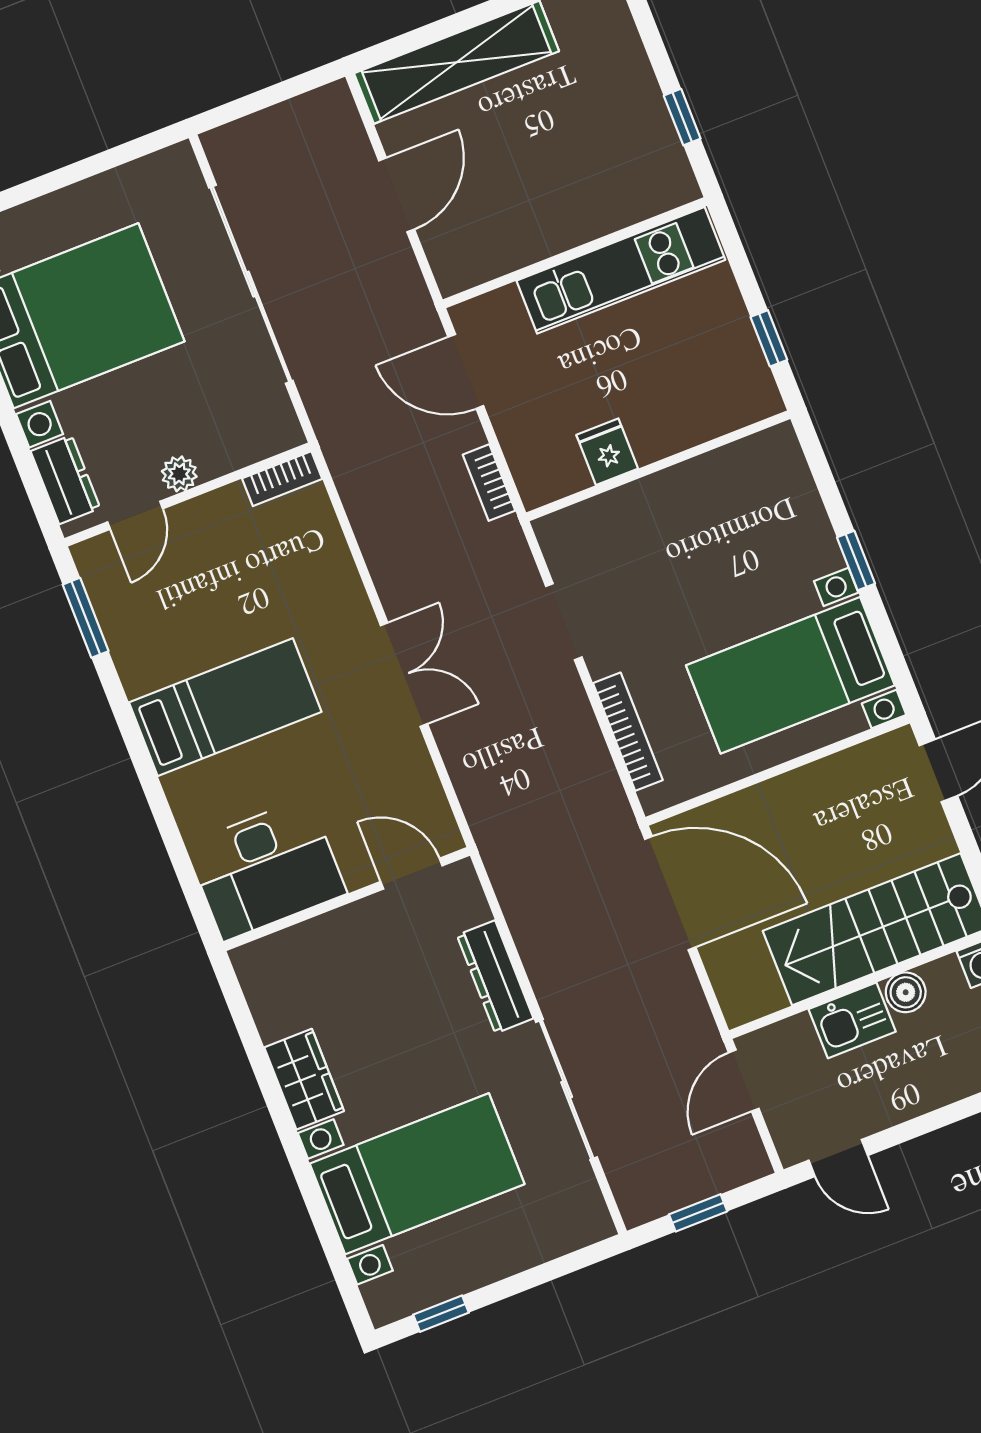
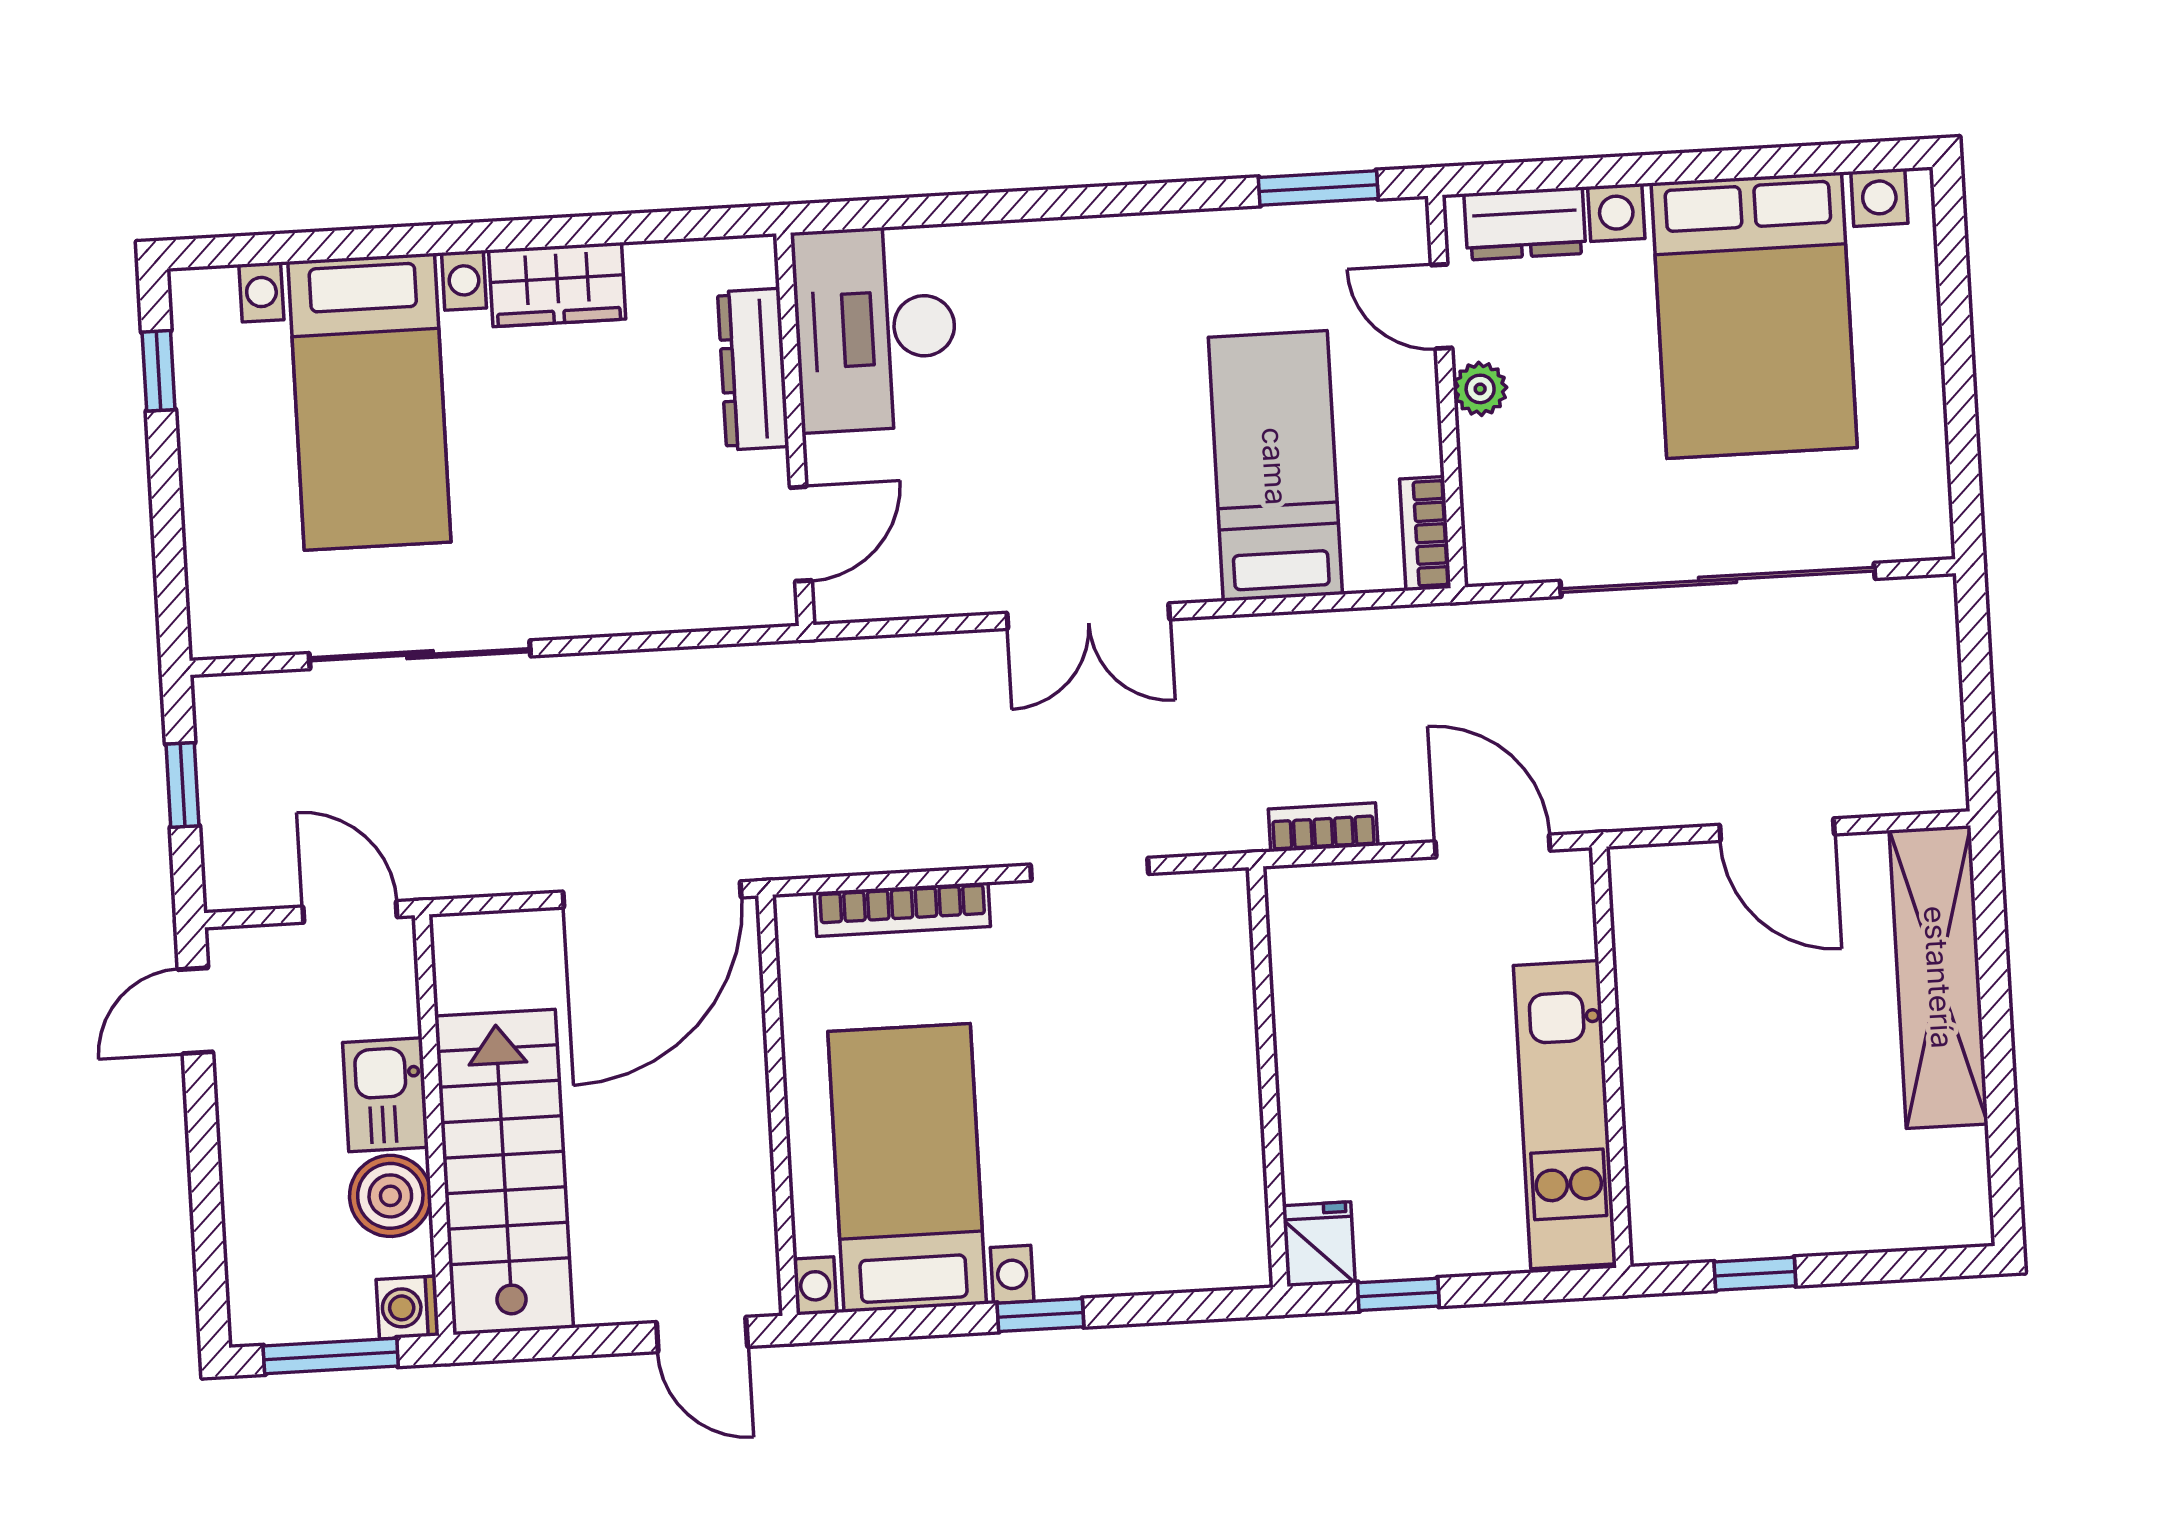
door: (466, 371) -> (1493, 846), hinge flipped
fridge: (607, 452) -> (1319, 1244), moved, turned -90
bed: (225, 707) -> (1275, 466), moved, turned 180
dresser: (495, 977) -> (753, 369), moved, turned -90
boiler: (906, 992) -> (390, 1196), width x1.36, depth x1.36

